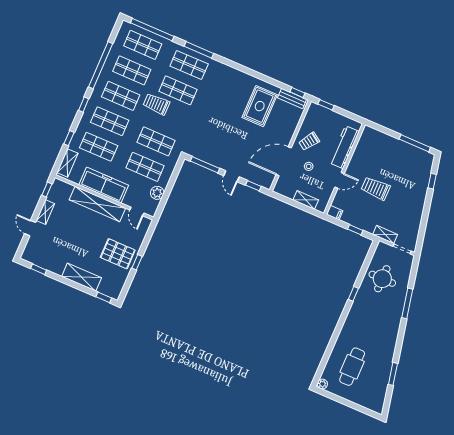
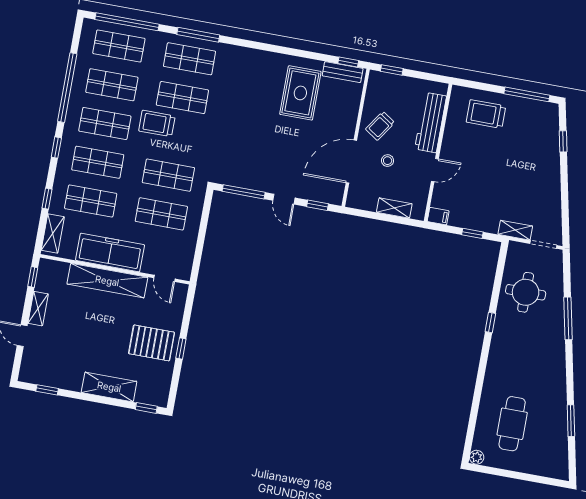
trolley: (376, 188) -> (486, 114), moved
plant: (157, 193) -> (187, 246), removed

